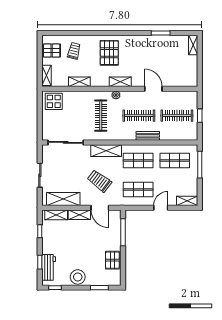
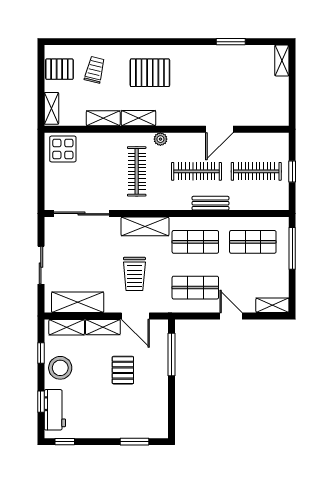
pallet: (109, 53) -> (150, 73), turned 90
shelving: (120, 82) -> (138, 118), moved
door: (153, 89) -> (219, 129), swing flipped
trolley: (99, 181) -> (134, 274), turned -127
door: (161, 208) -> (231, 316), hinge flipped
pallet: (112, 260) -> (123, 370), moved
stool: (78, 277) -> (60, 368), moved

